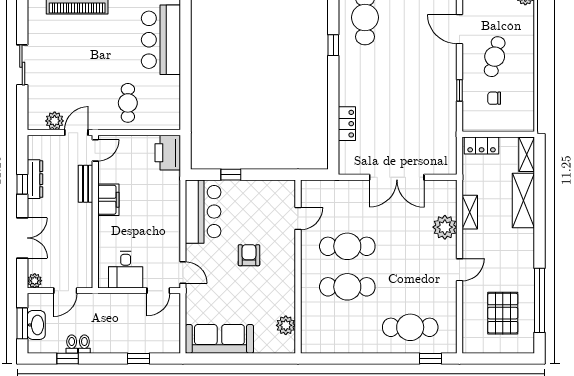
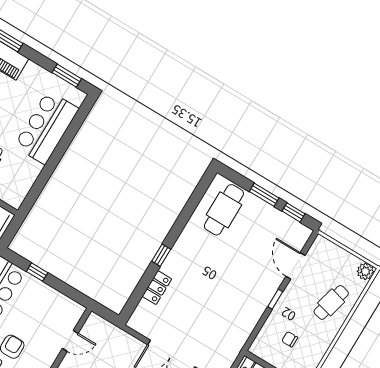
window: (333, 45) -> (161, 255), moved
cafe table: (495, 57) -> (331, 302), moved
window: (460, 90) -> (275, 299), moved

